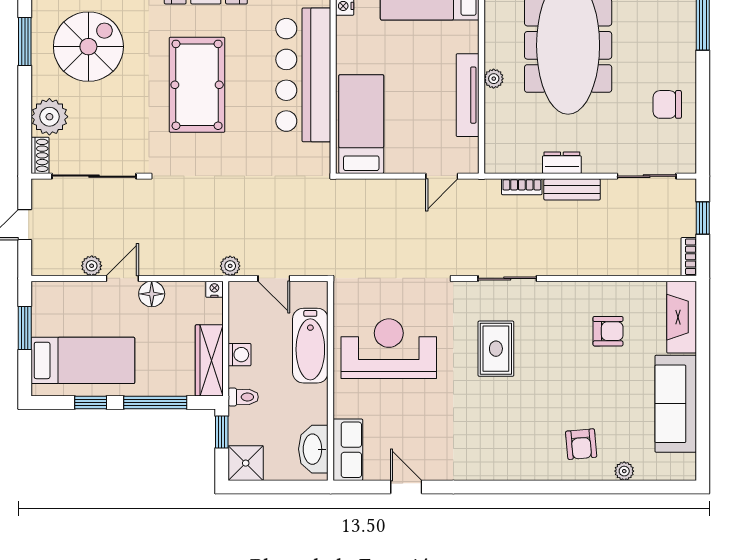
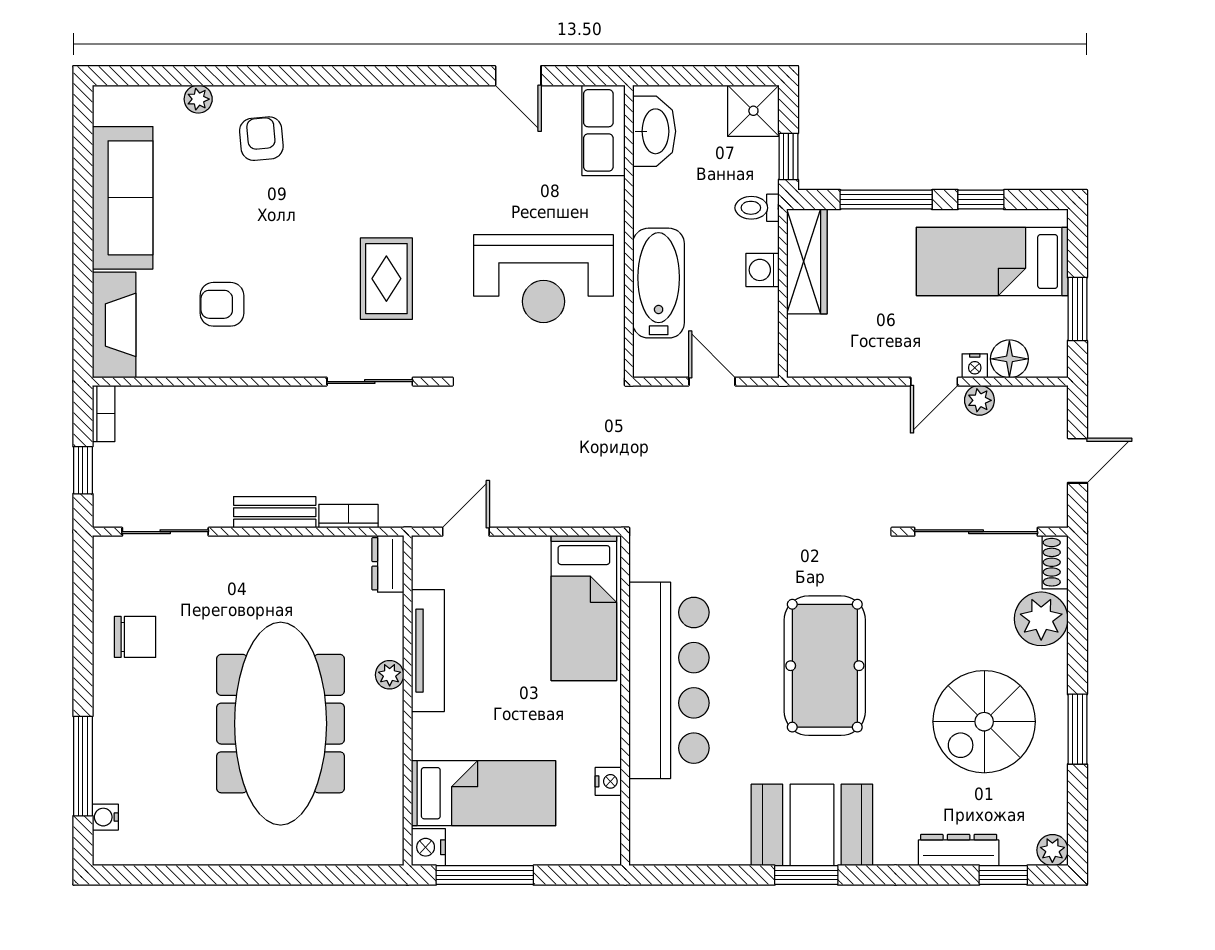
dresser: (562, 163) -> (388, 564), moved, turned 90
plant: (230, 266) -> (776, 400), removed
nightstand: (214, 289) -> (975, 366), moved
floor lamp: (152, 294) -> (1009, 359), moved

